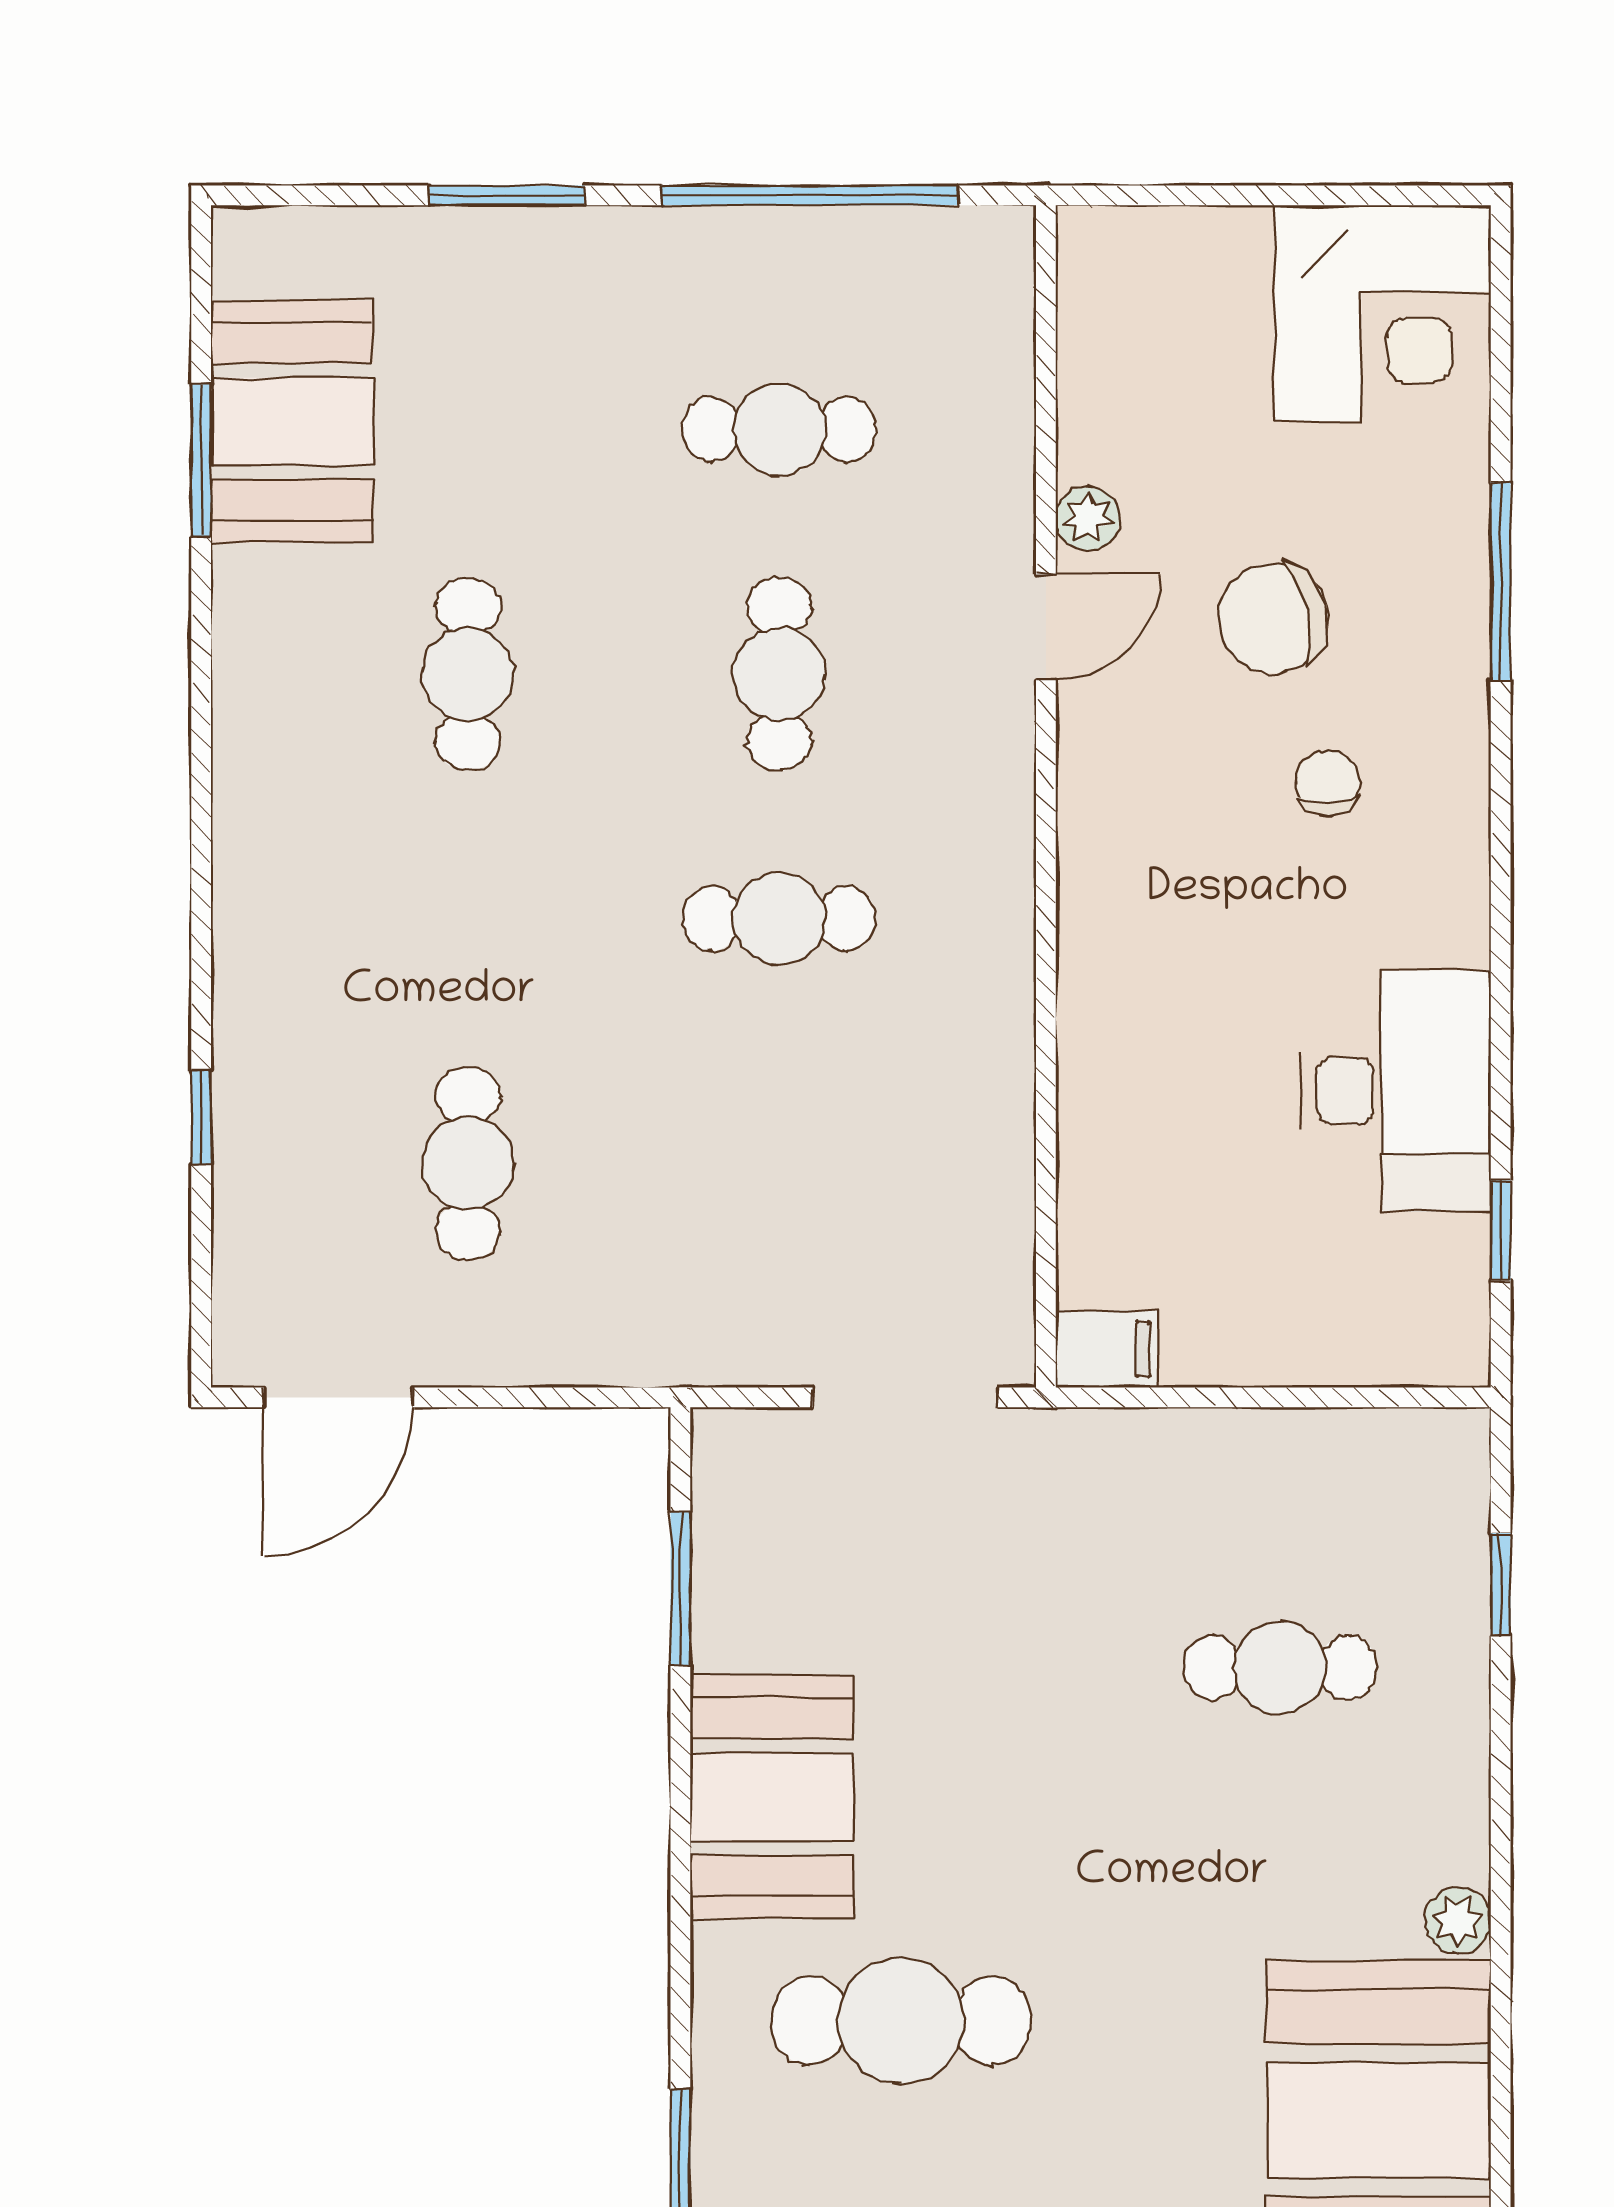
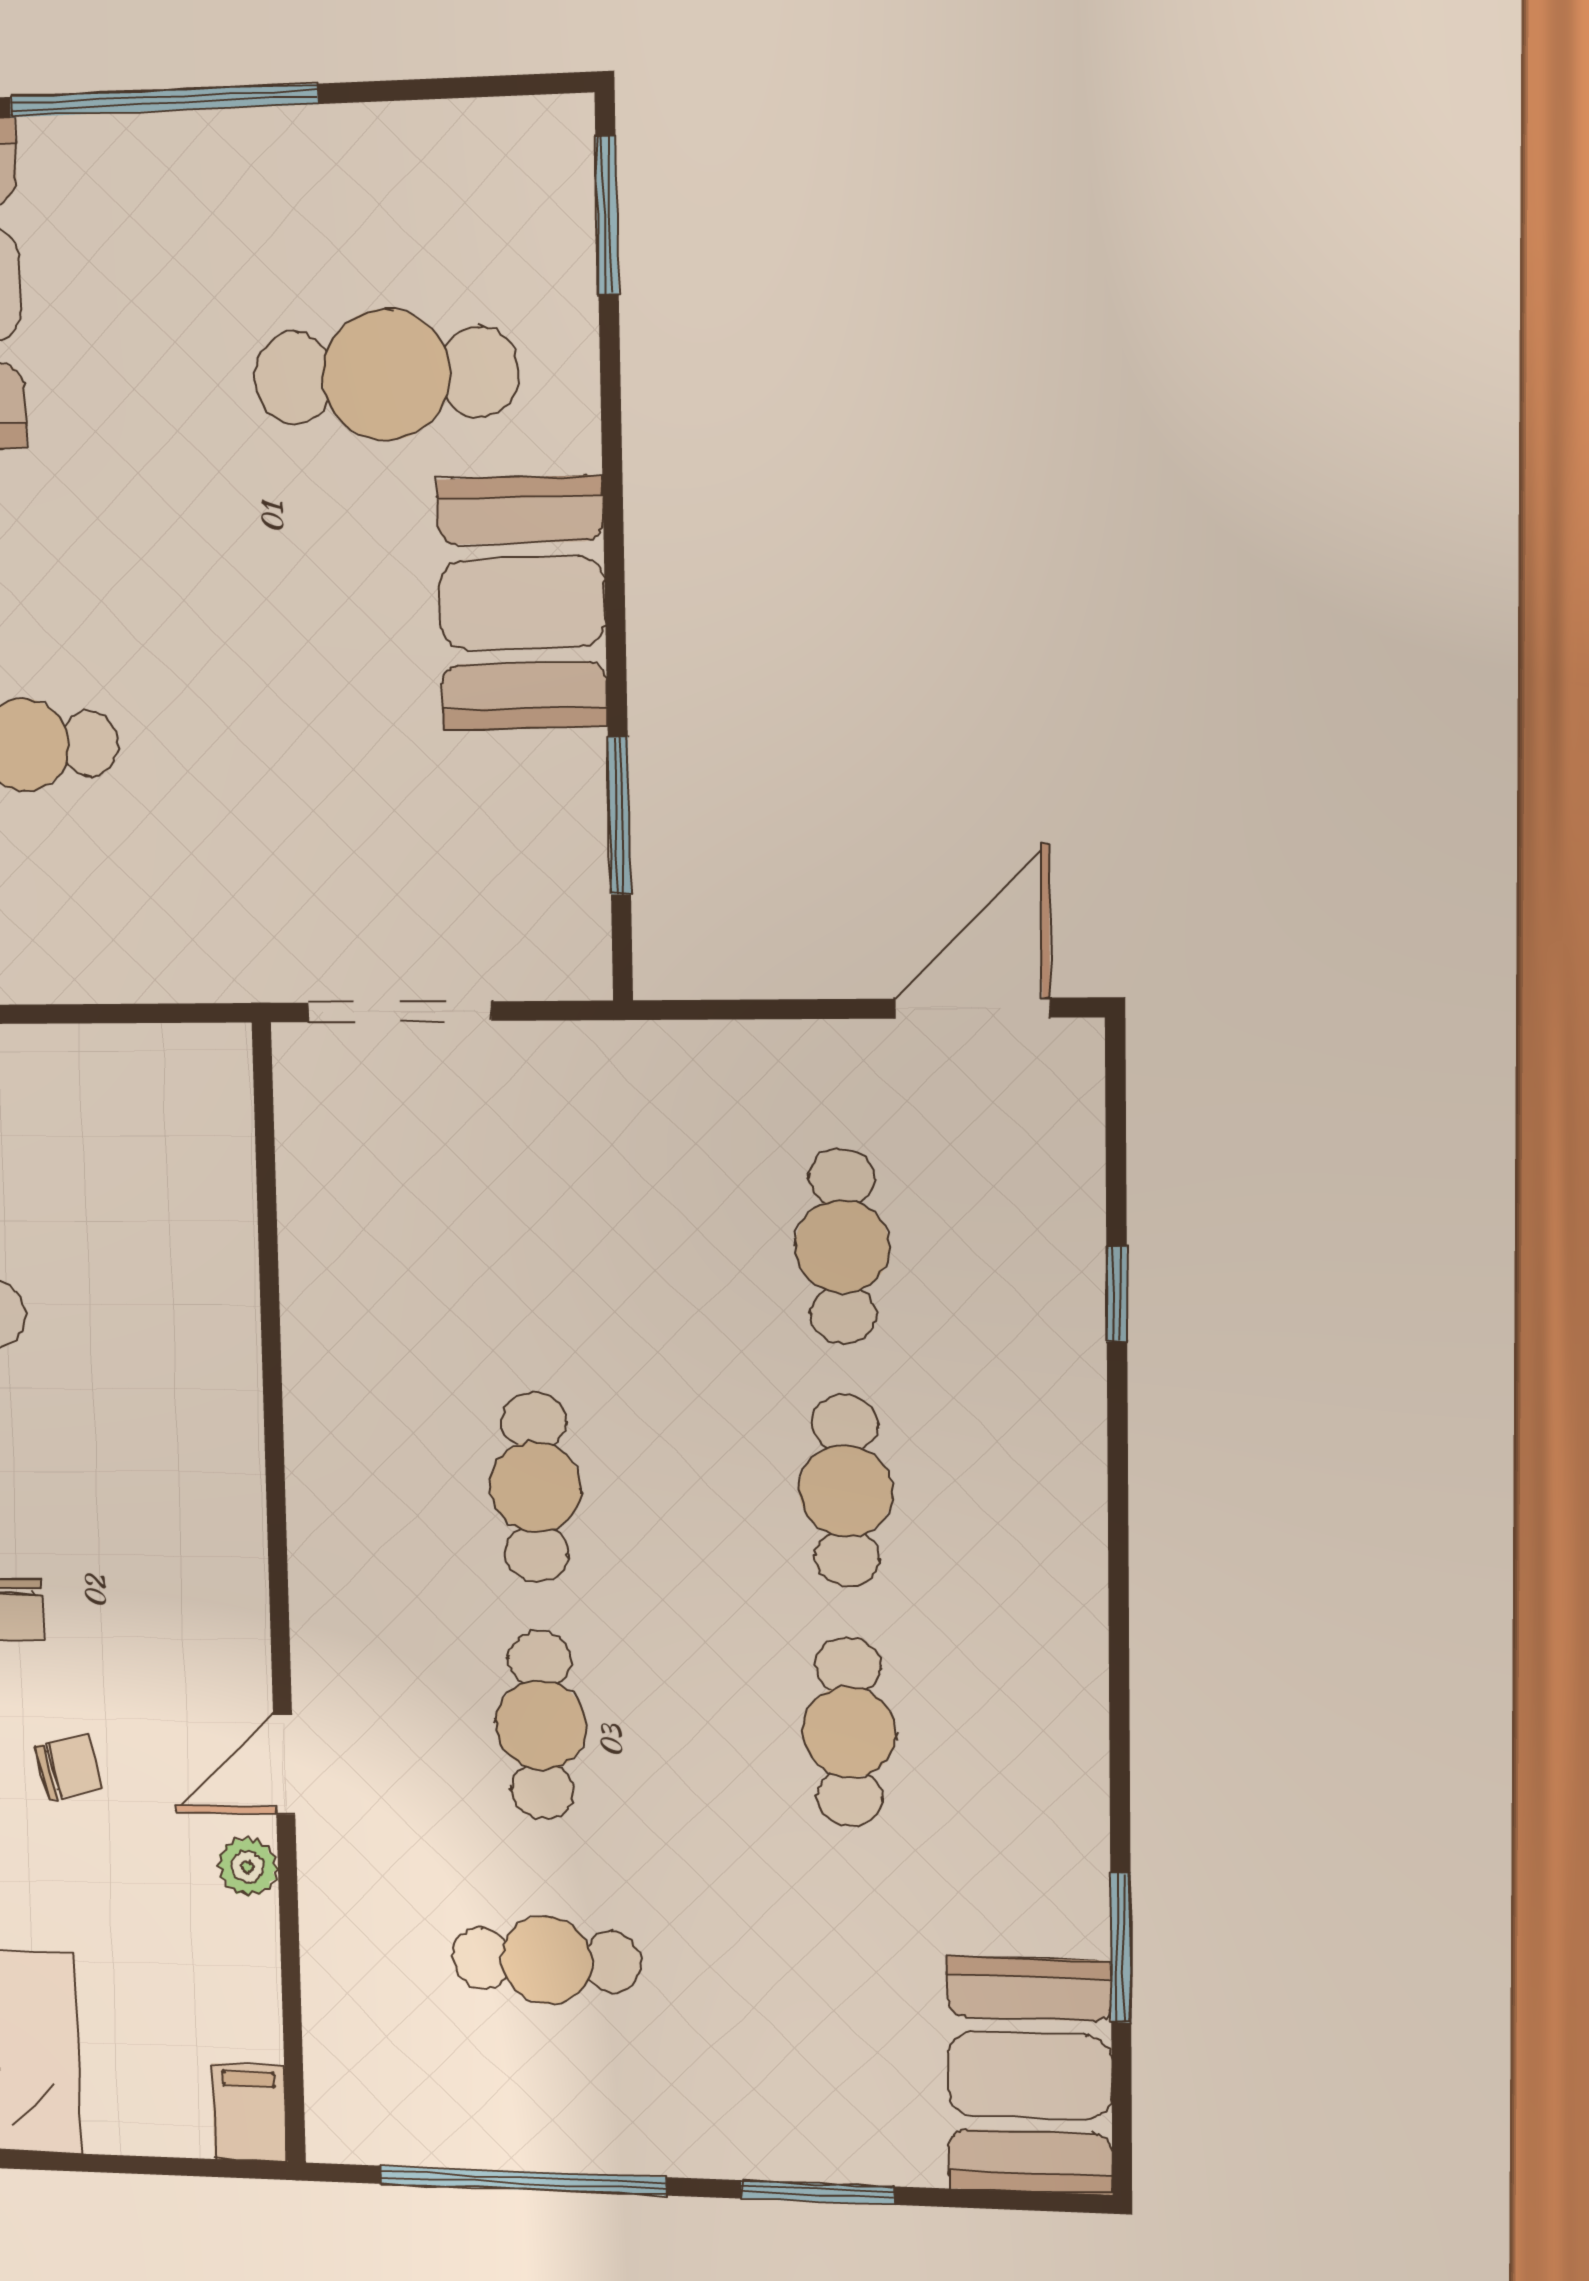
booth: (292, 421) -> (1030, 2075), moved
chair: (1273, 618) -> (69, 1767), width x0.54, depth x0.54
cafe table: (468, 919) -> (846, 1491), added
cafe table: (779, 919) -> (535, 1487), turned 90
filing cabinet: (1107, 1349) -> (249, 2113), moved, turned 90

